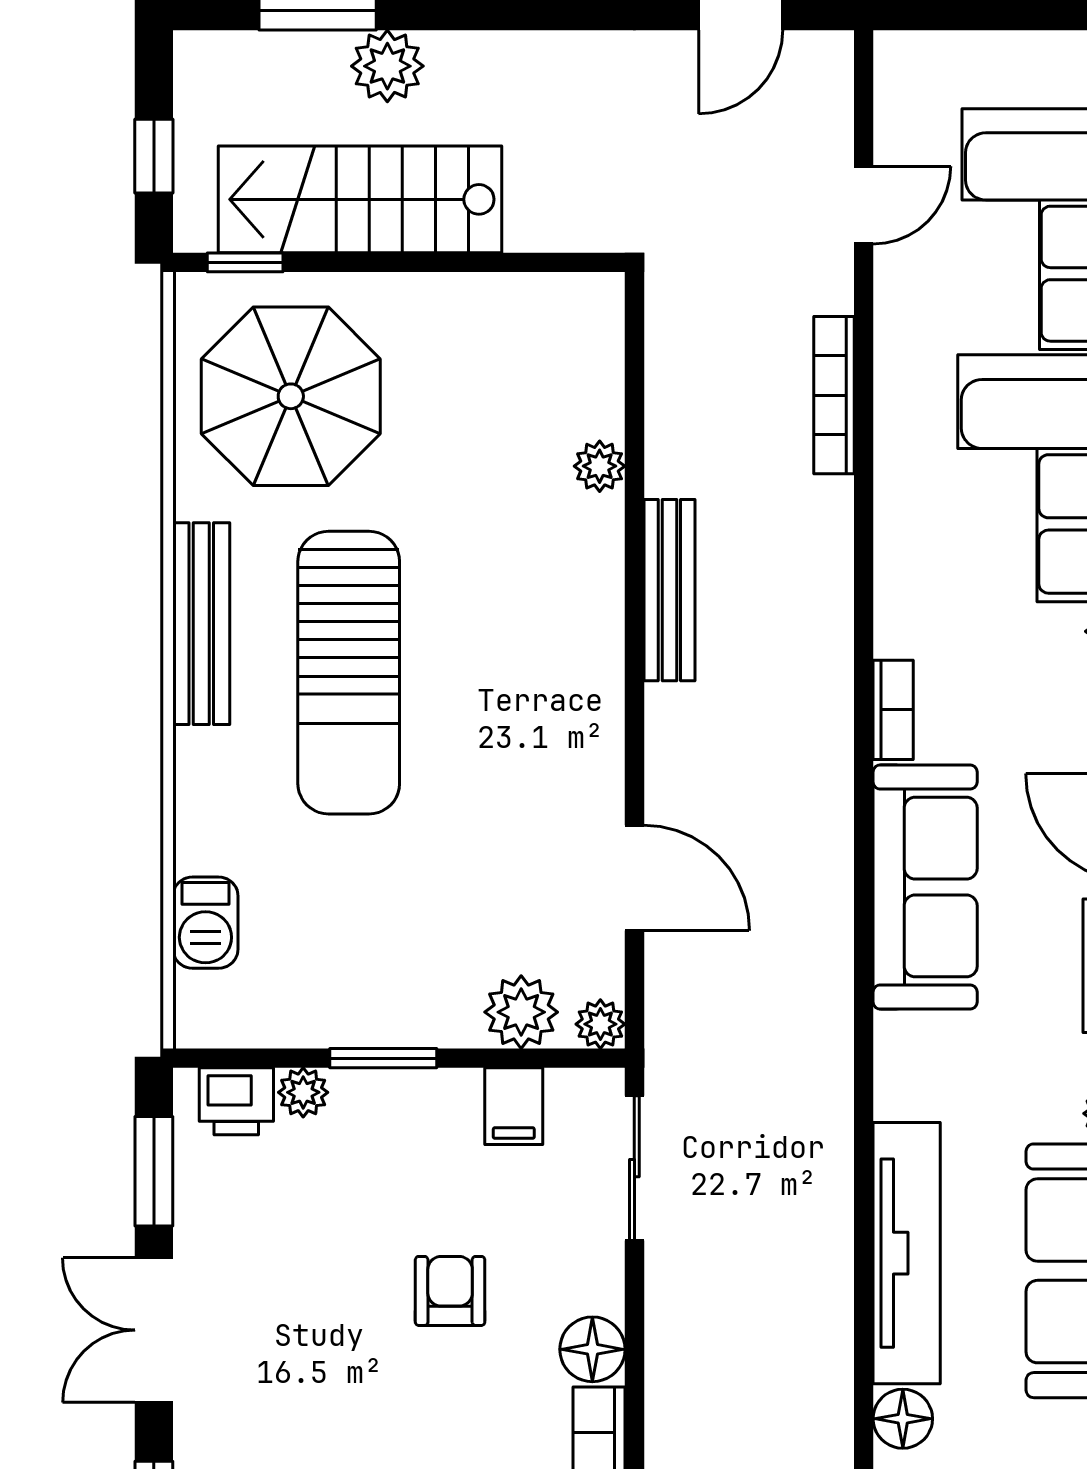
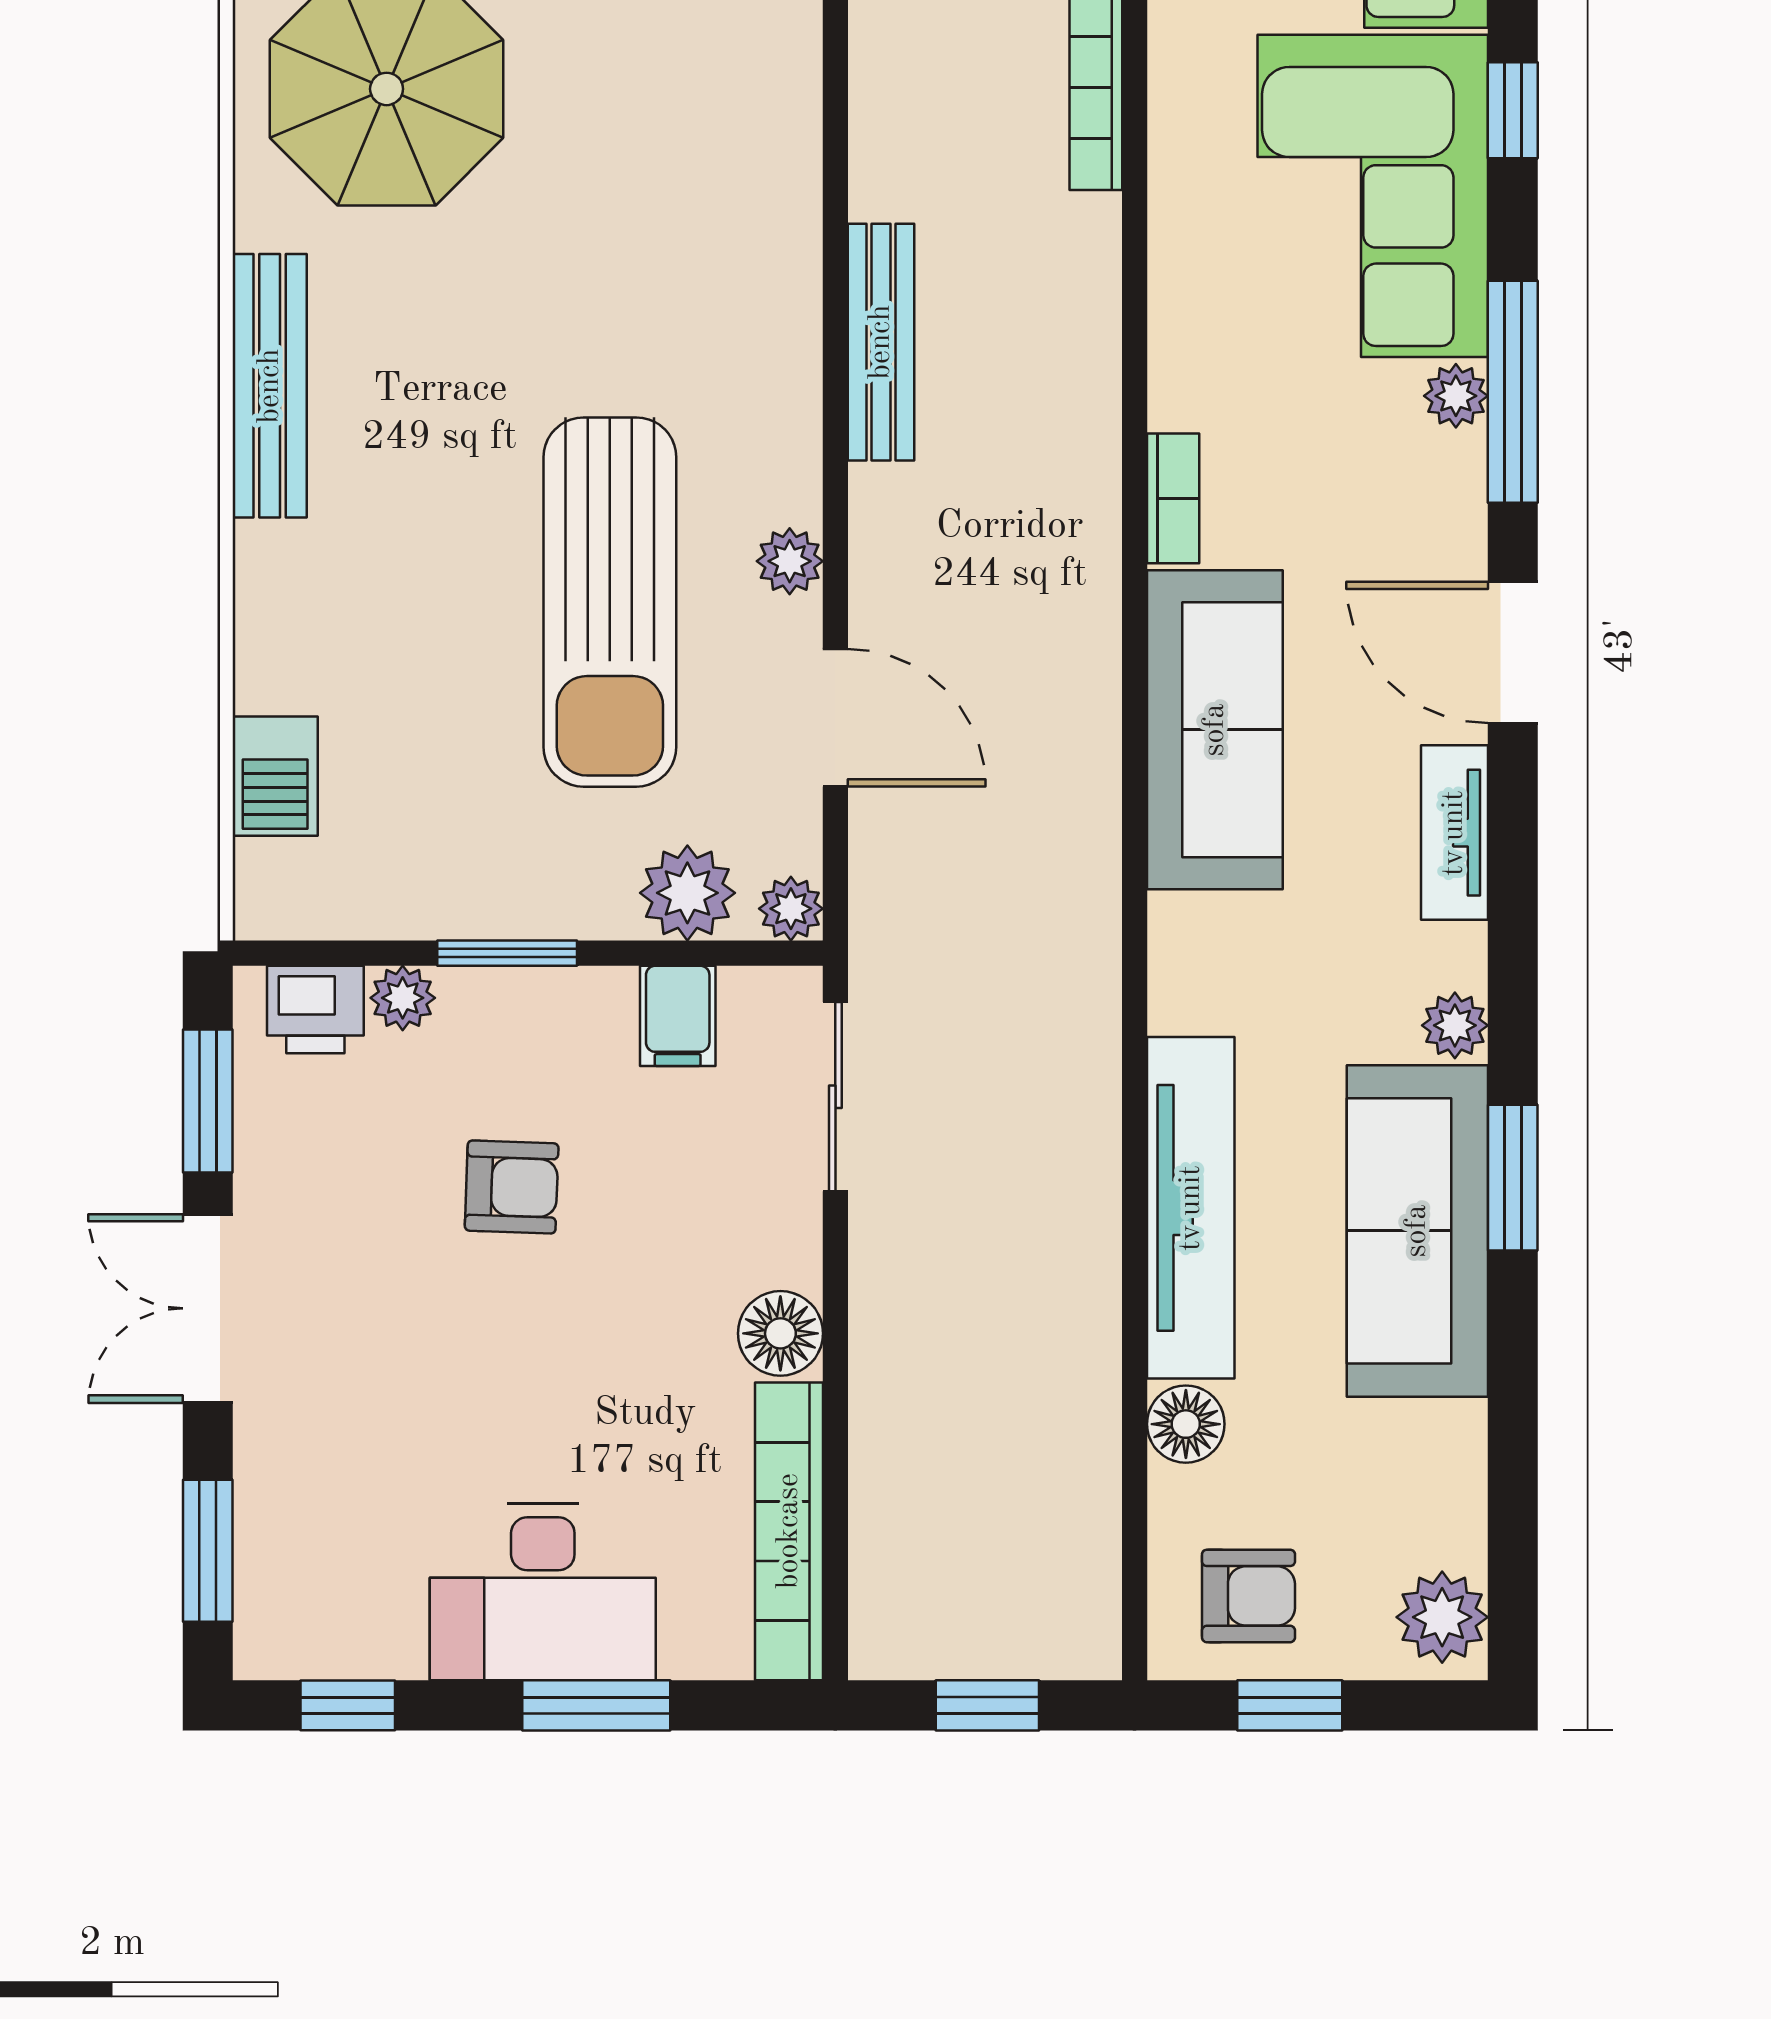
plant: (600, 466) -> (790, 561), moved
sun lounger: (349, 673) -> (610, 602), moved
armchair: (450, 1291) -> (512, 1187), moved, turned 92

